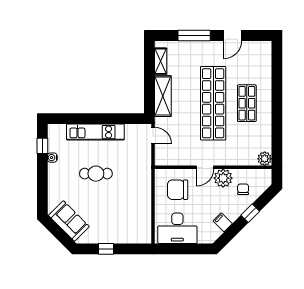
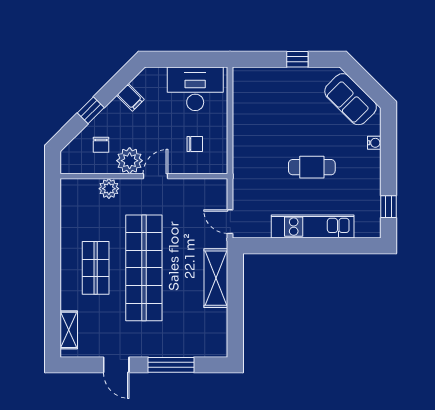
door: (232, 35) -> (116, 365), swing flipped
shelving: (161, 61) -> (69, 330), moved
water cooler: (52, 158) -> (374, 143), moved
plant: (265, 159) -> (109, 189), moved
chair: (178, 190) -> (195, 144), width x0.54, depth x0.54

